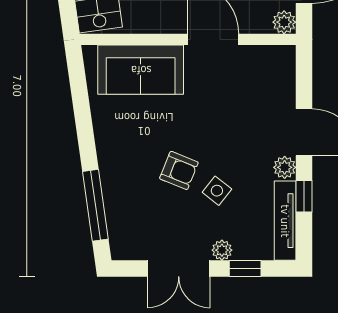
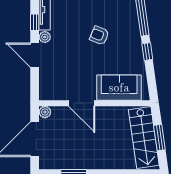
window: (86, 139) -> (147, 52), added
side table: (217, 191) -> (80, 25), removed

